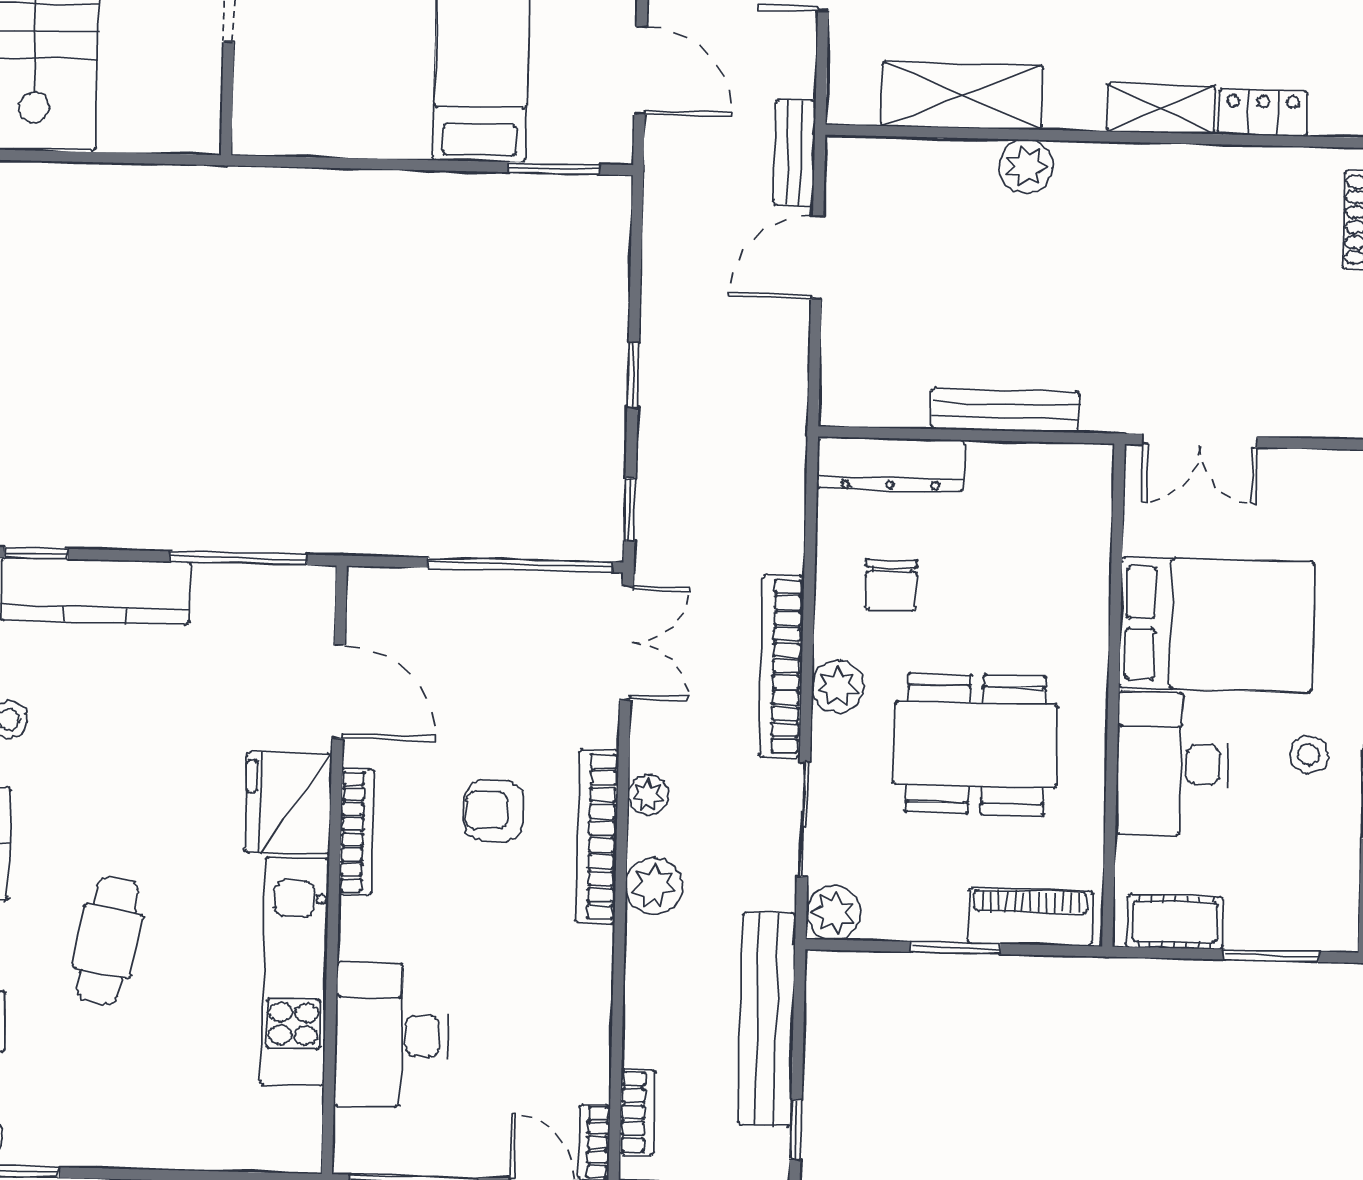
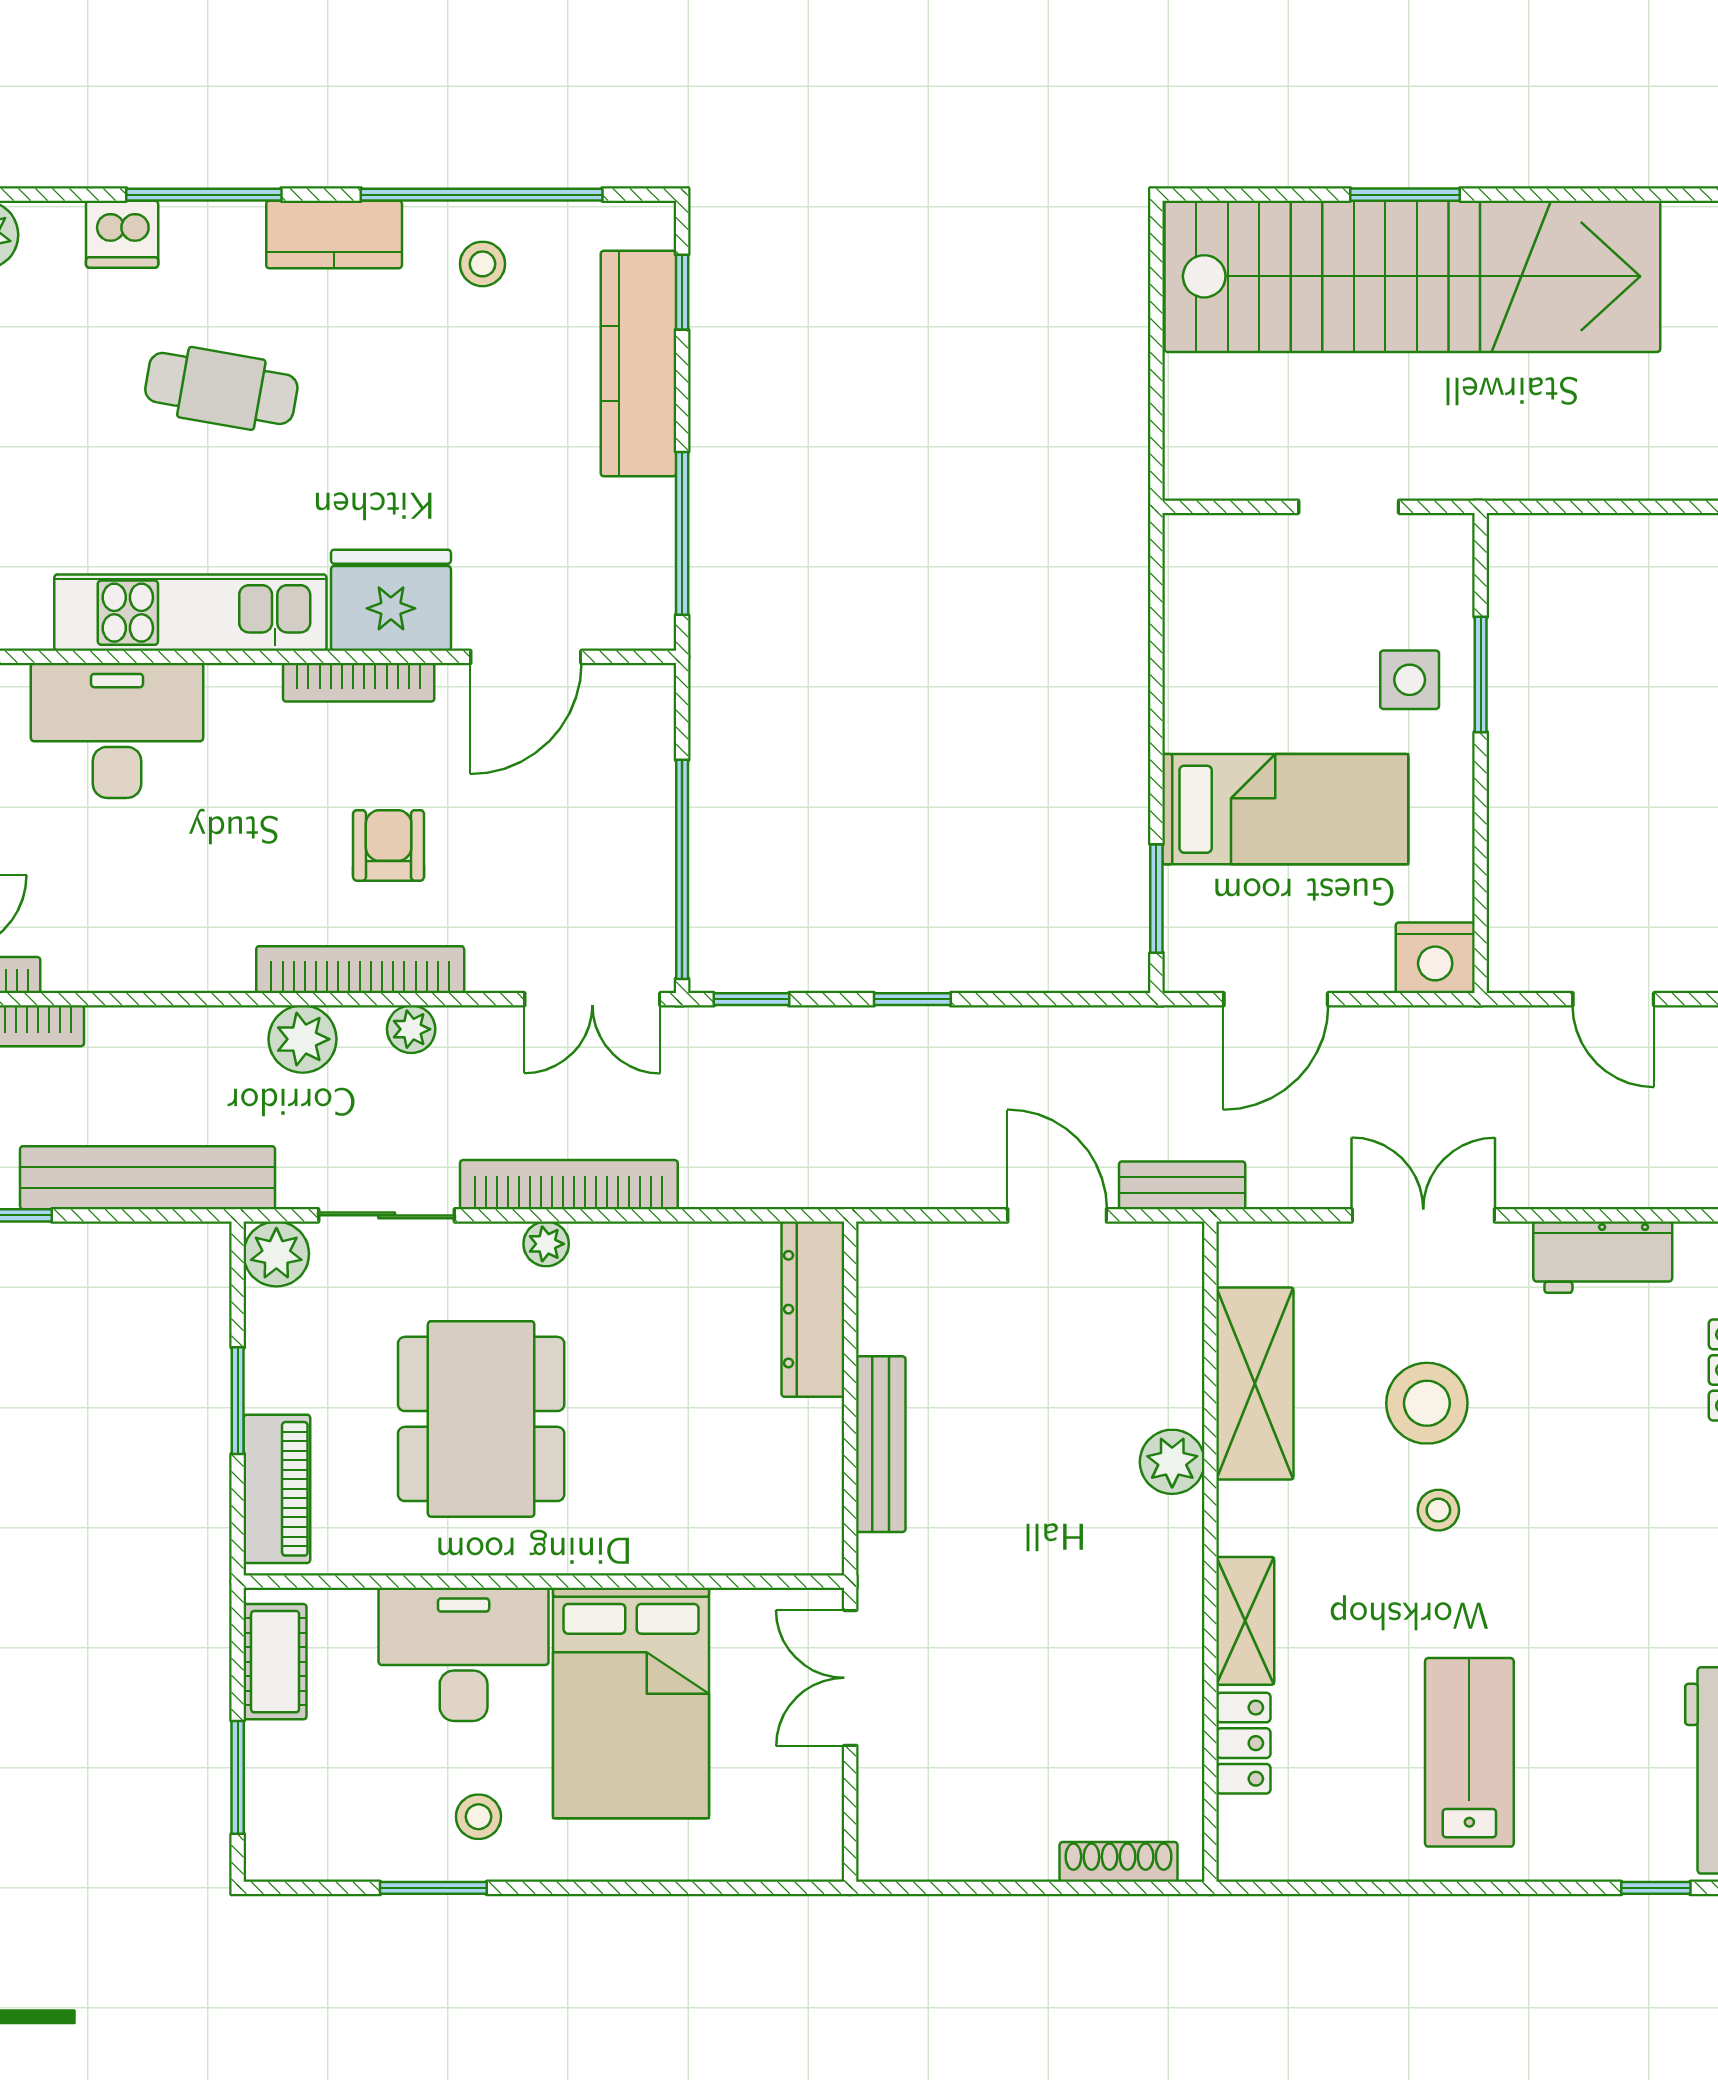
chair: (891, 585) -> (669, 1313), removed
plant: (838, 687) -> (546, 1244), width x0.73, depth x0.73

